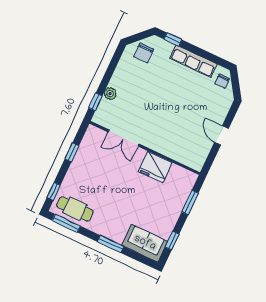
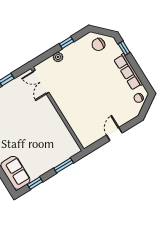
window: (95, 102) -> (67, 43), moved
double door: (124, 138) -> (41, 82), moved
fridge: (155, 167) -> (56, 126), removed

